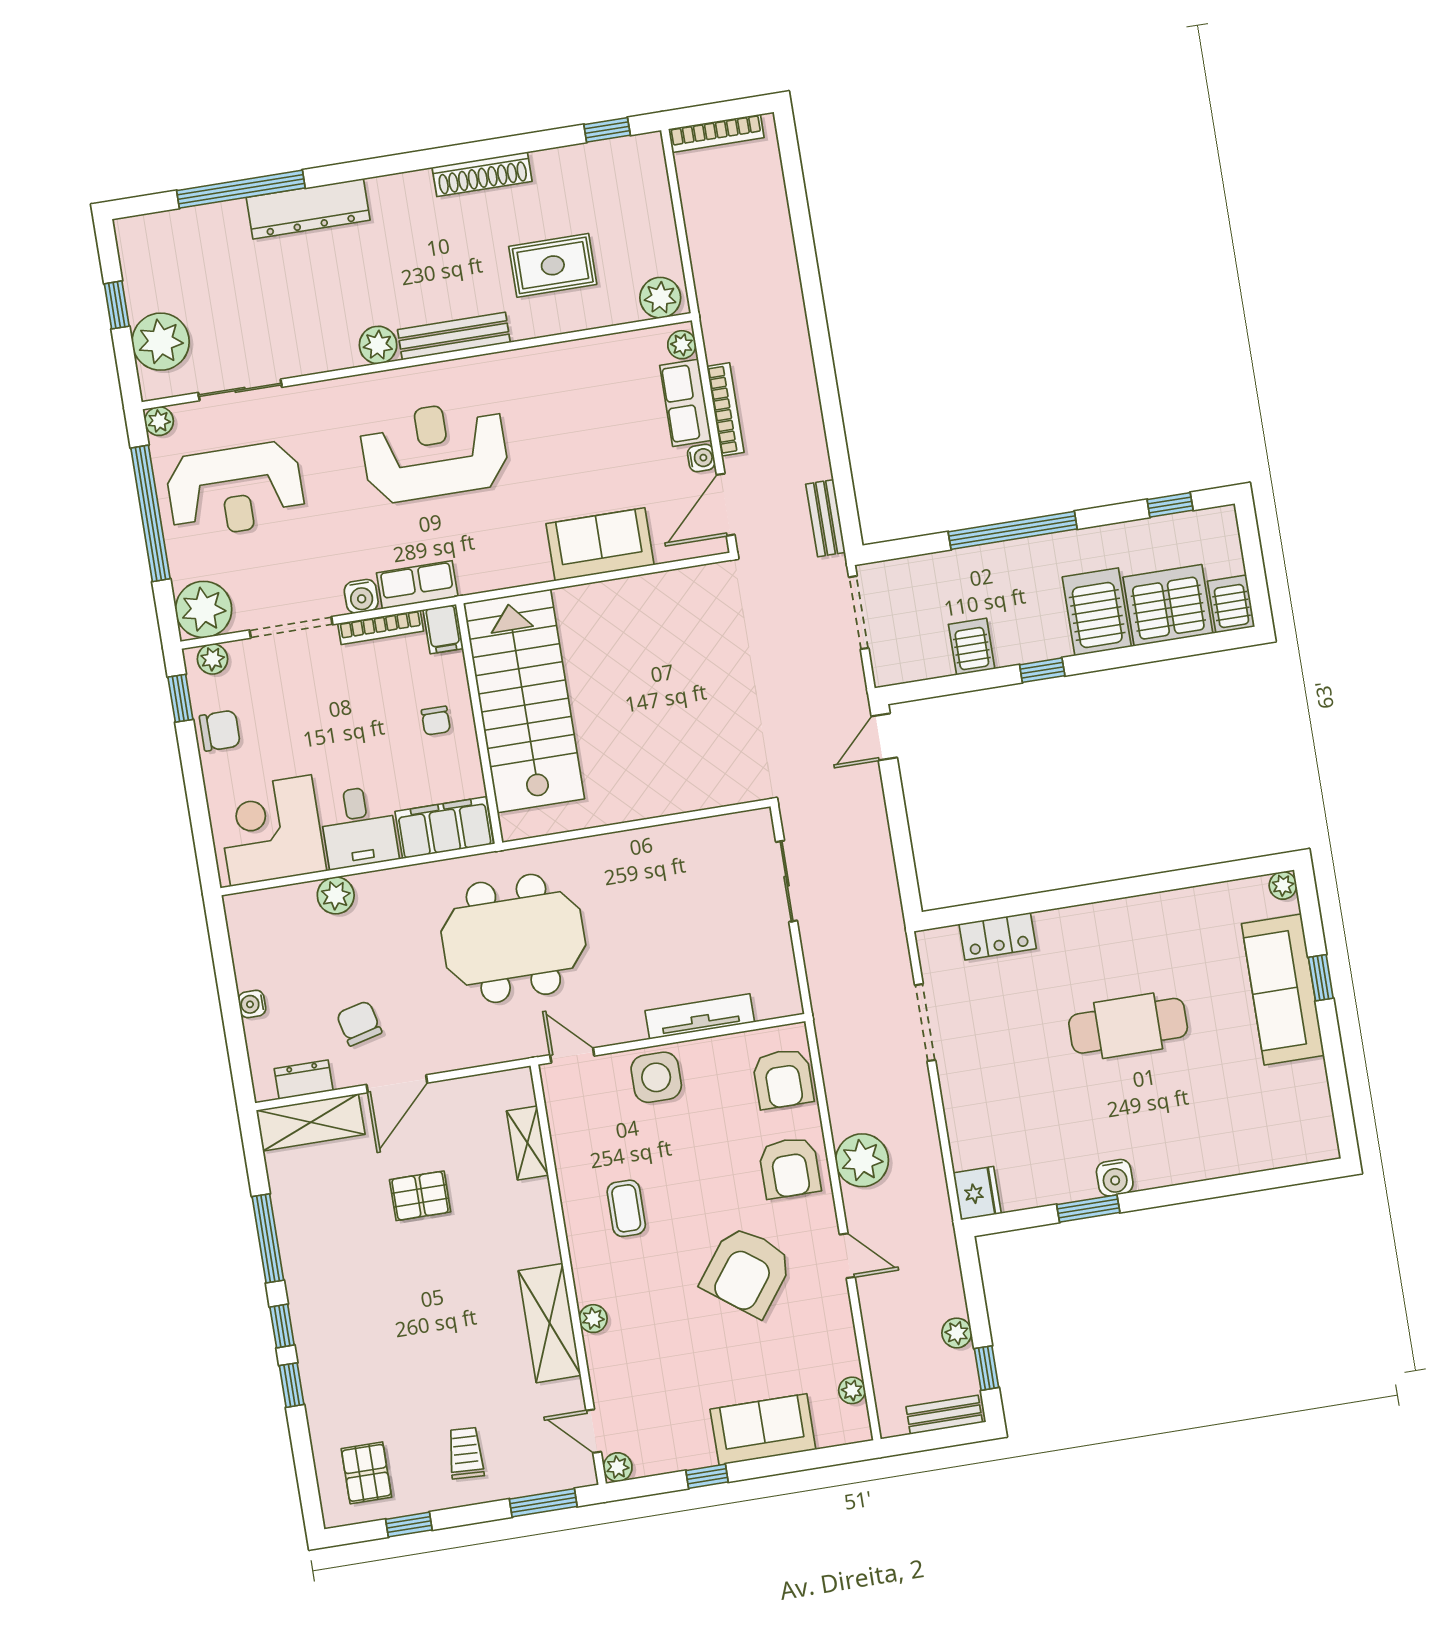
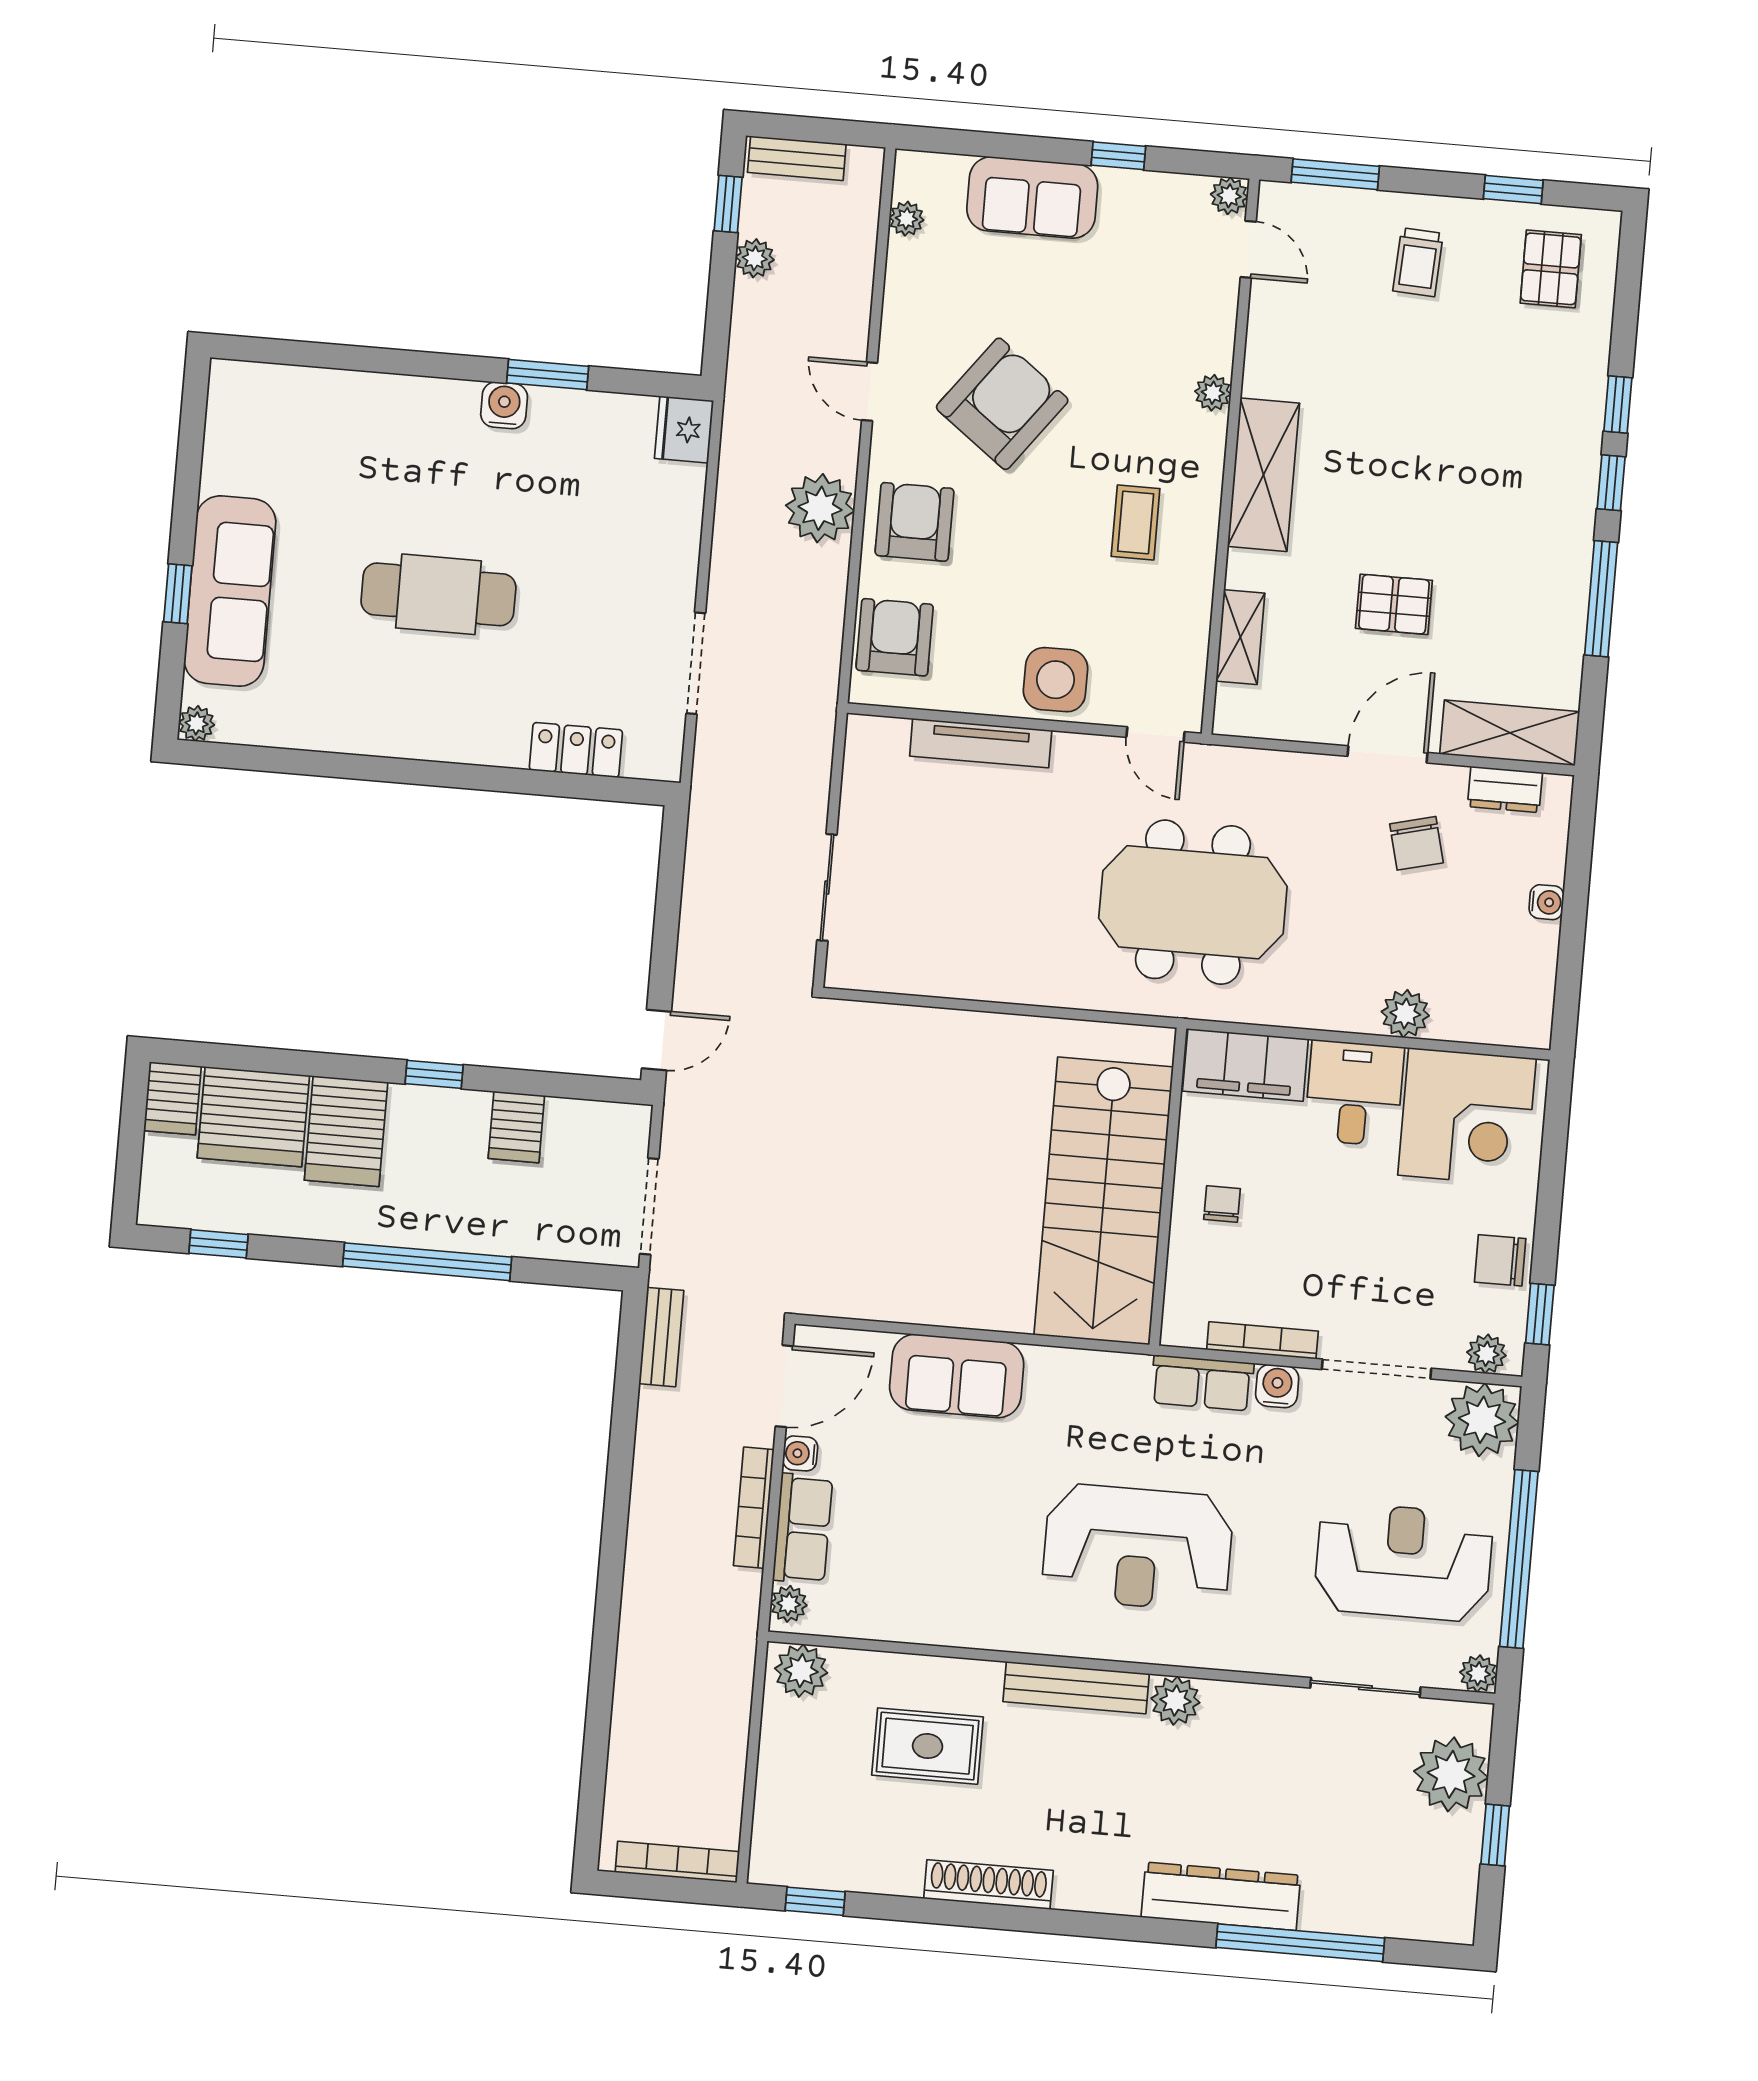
filing cabinet: (443, 629) -> (1183, 1318), removed
shelving: (550, 1323) -> (1263, 475), moved

